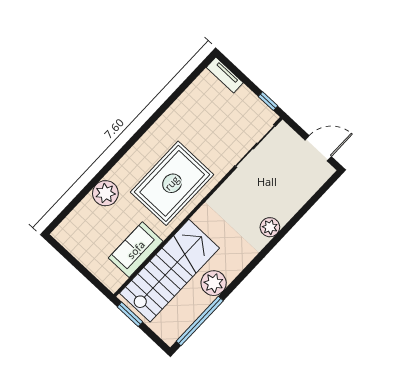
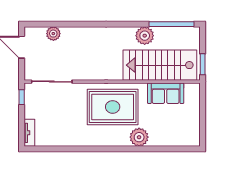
plant: (105, 193) -> (139, 137), moved
plant: (270, 227) -> (53, 34), moved

